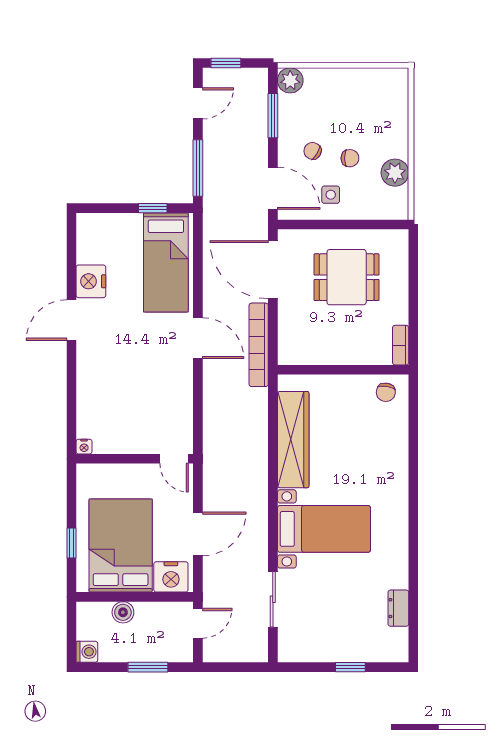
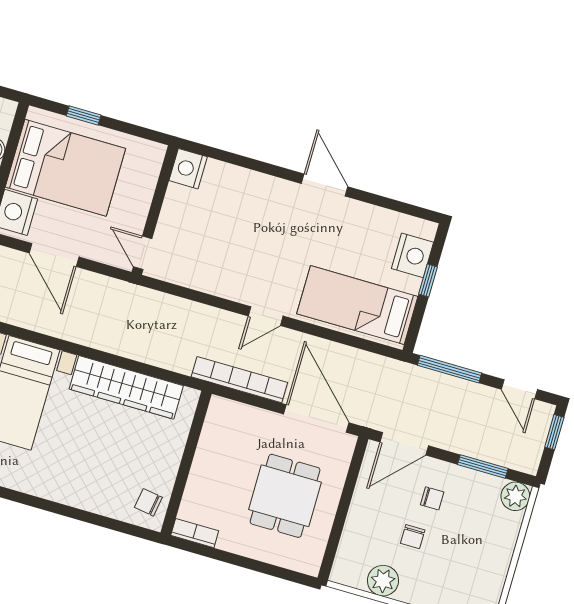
chair: (313, 151) -> (432, 498), turned 59
side table: (331, 195) -> (379, 504), removed
window: (153, 208) -> (428, 280), moved
door: (273, 270) -> (316, 418), hinge flipped
nightstand: (91, 281) -> (413, 255), moved, turned 90
door: (198, 338) -> (266, 316), width x0.73
nightstand: (84, 447) -> (188, 169), width x1.89, depth x1.79
door: (174, 459) -> (143, 253), hinge flipped

